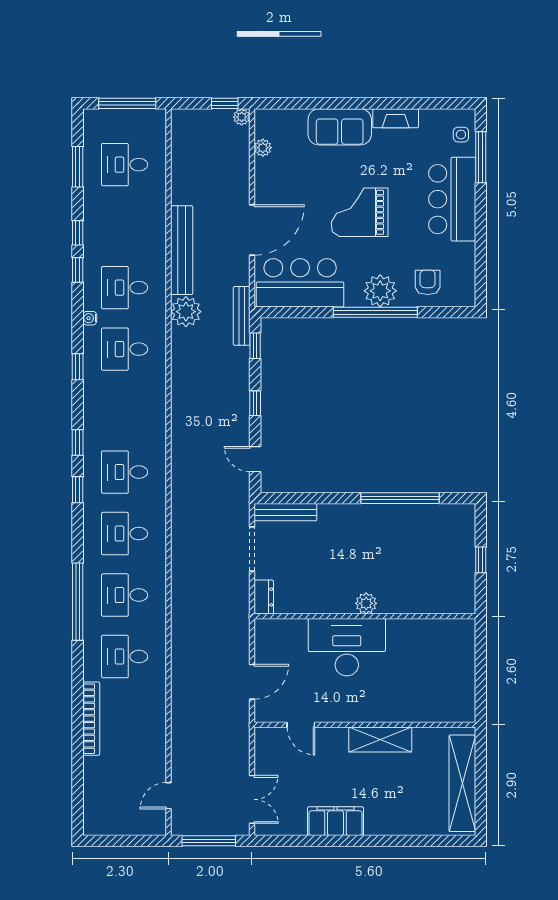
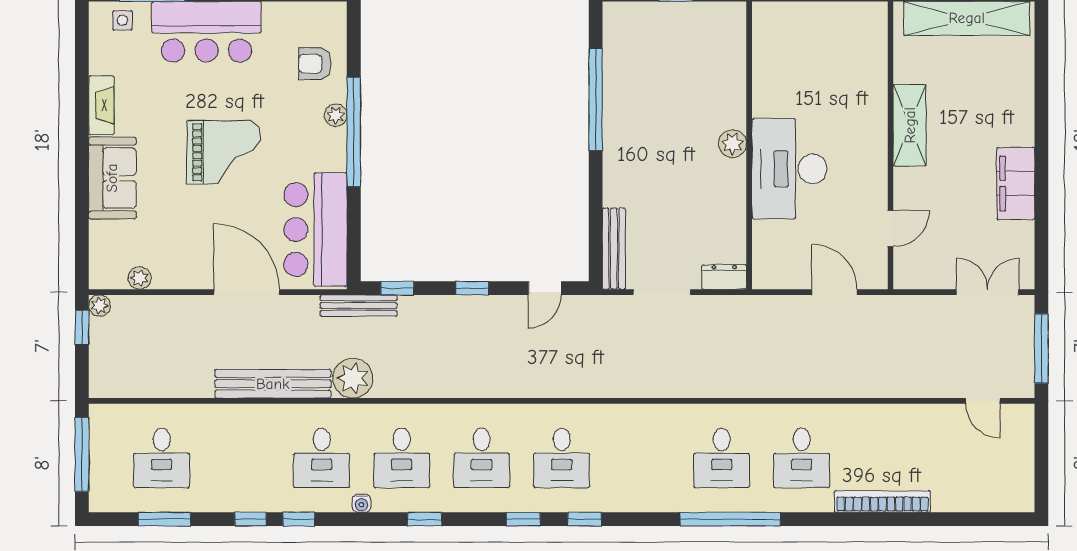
grand piano: (360, 212) -> (224, 152), turned -90
plant: (380, 291) -> (336, 115), width x0.53, depth x0.53
desk: (125, 534) -> (482, 458), moved

